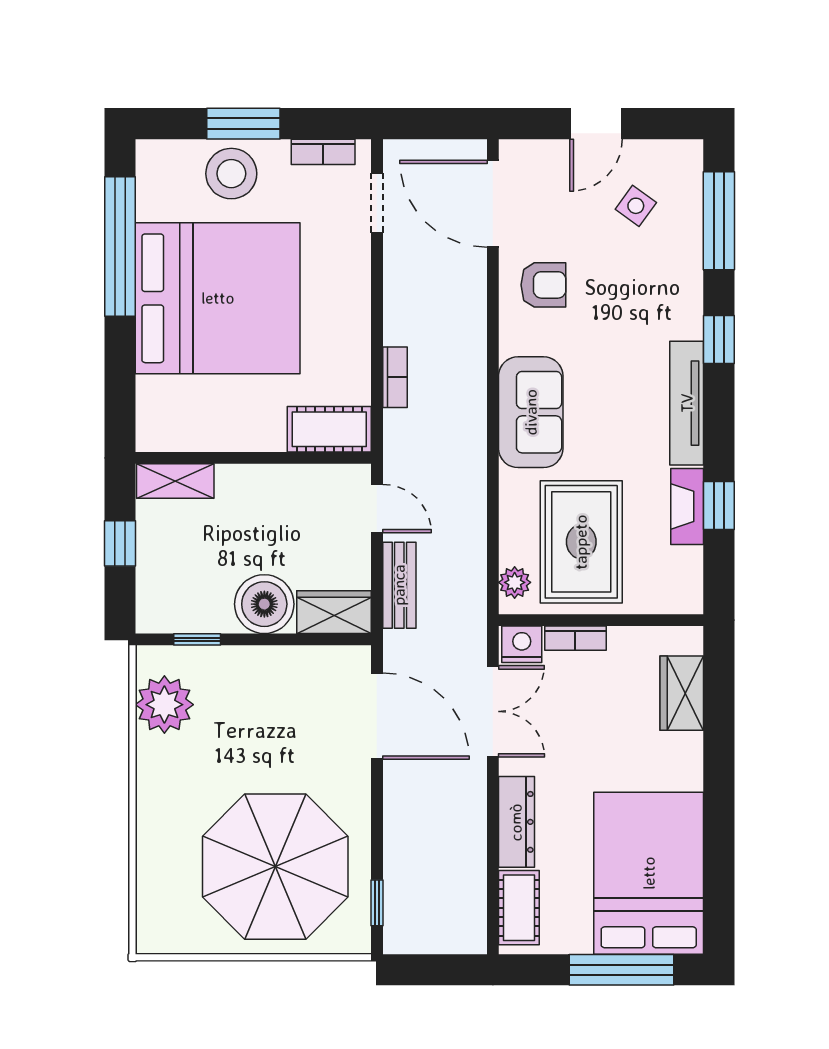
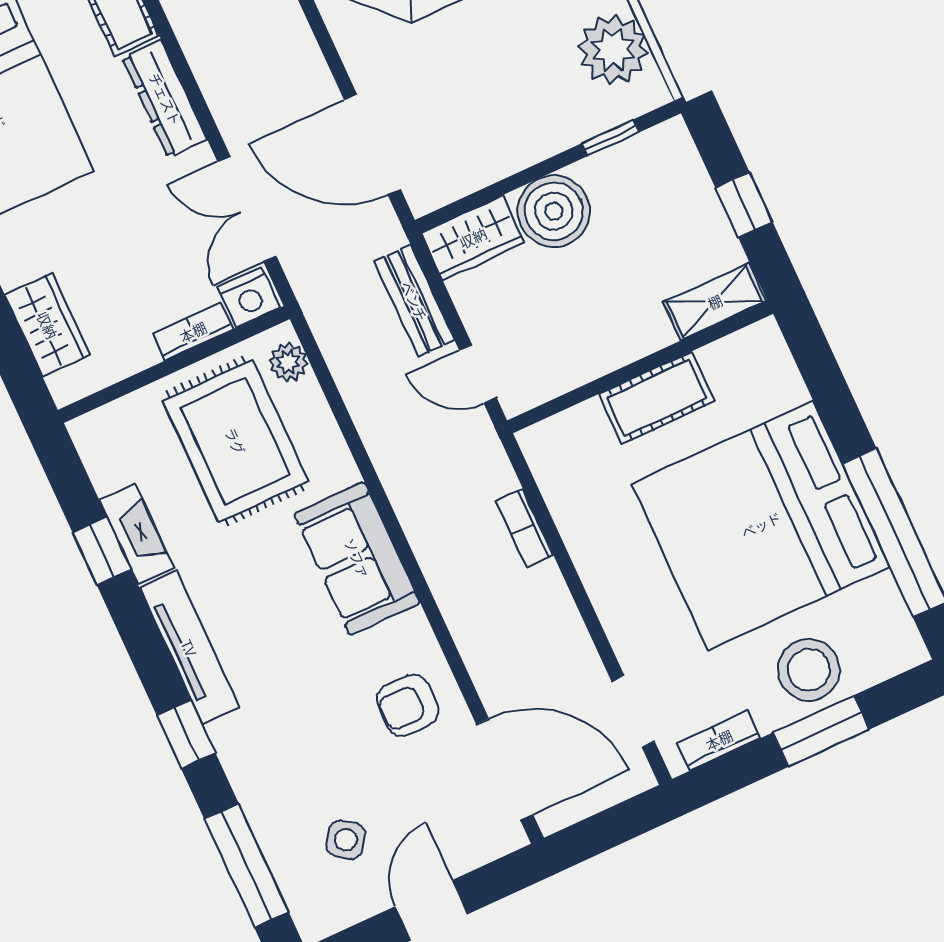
cot: (329, 429) -> (657, 398), moved

